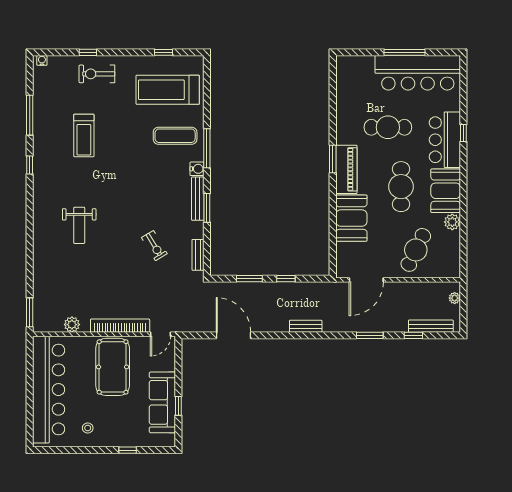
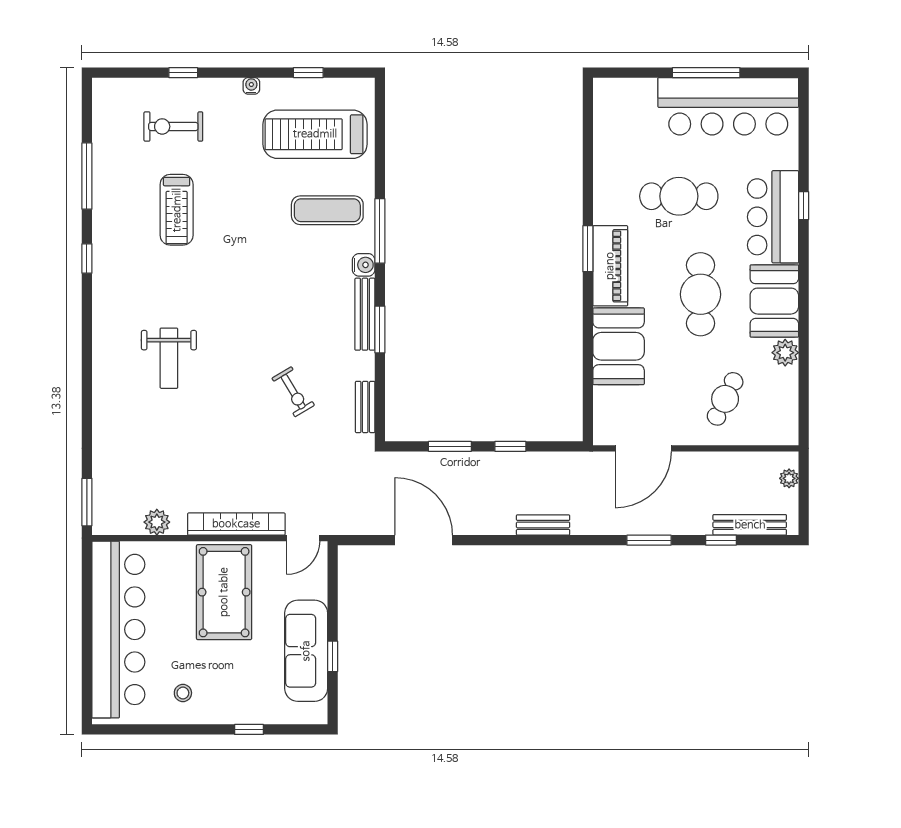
water cooler: (42, 60) -> (251, 86), moved
exercise bike: (97, 74) -> (173, 126), moved
cafe table: (416, 250) -> (725, 399), width x0.73, depth x0.74

